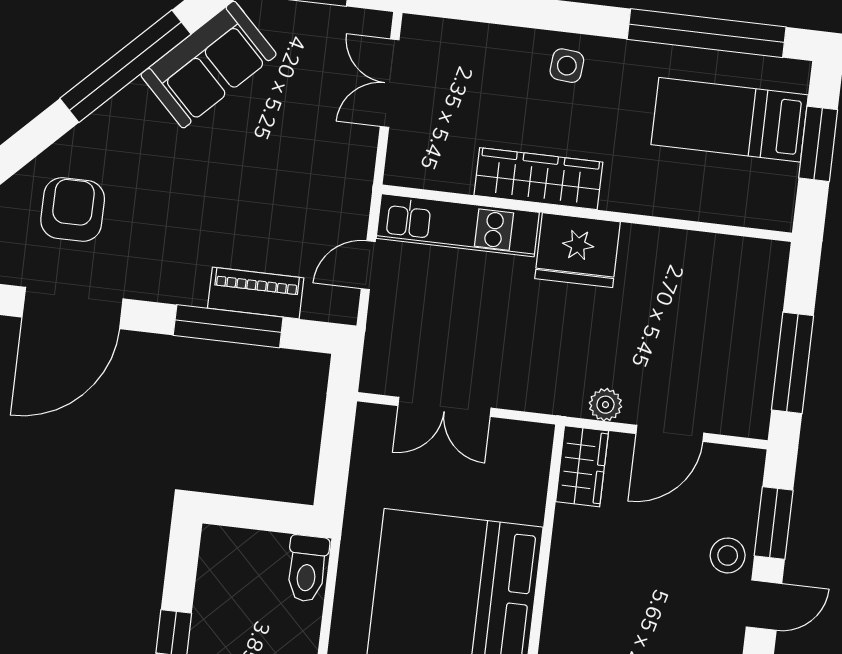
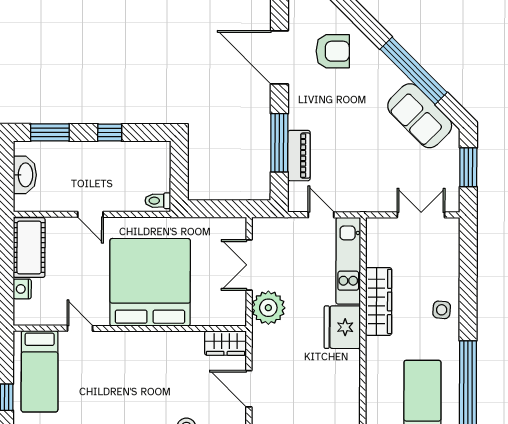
plant: (605, 405) -> (268, 308), moved, width x1.87, depth x1.87
toilet: (307, 569) -> (158, 201), width x0.73, depth x0.72

